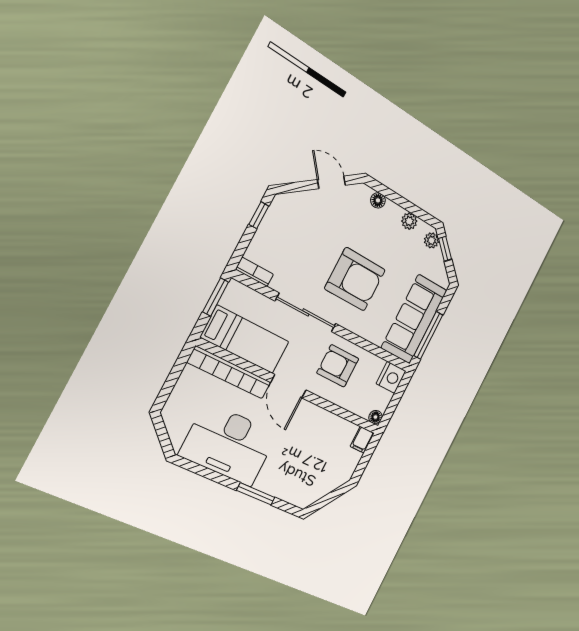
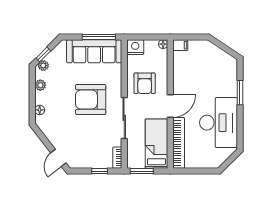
door: (331, 182) -> (58, 158), moved
window: (259, 215) -> (100, 171), moved
armchair: (355, 279) -> (91, 100), turned -90

